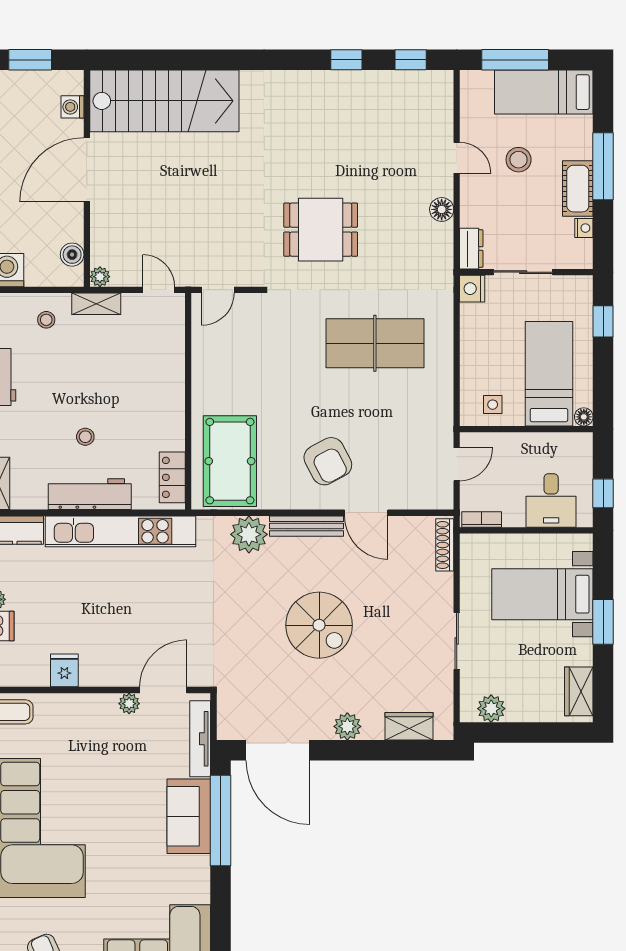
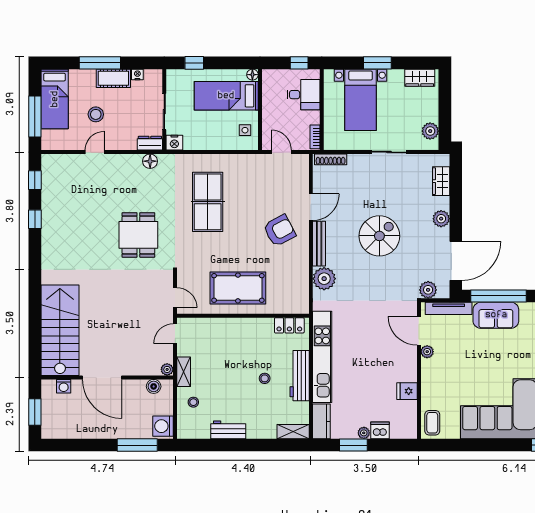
floor lamp: (442, 209) -> (150, 161), moved
pool table: (230, 461) -> (238, 288), moved
plant: (231, 705) -> (428, 290), added

